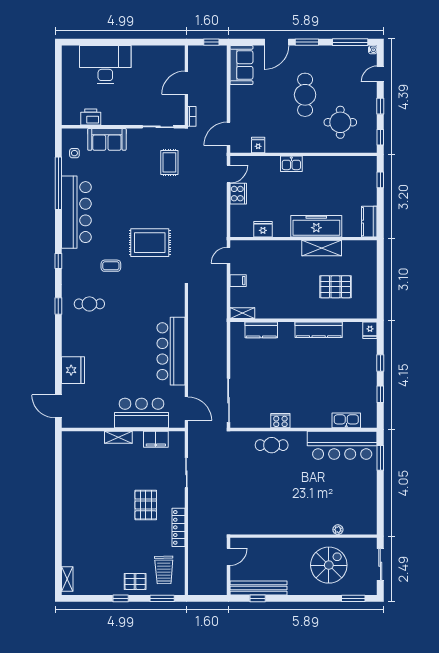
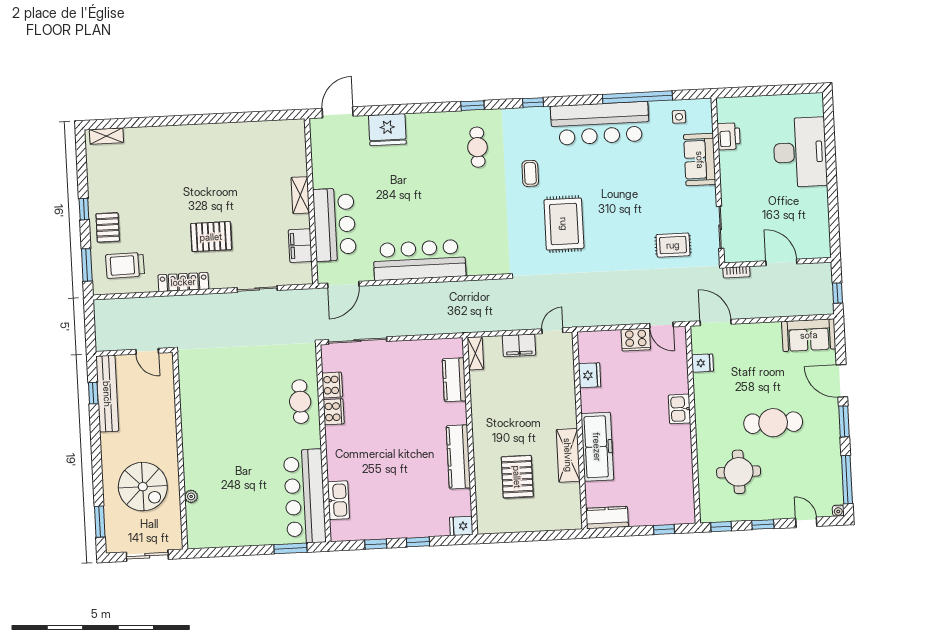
door: (229, 255) -> (552, 331), hinge flipped
filing cabinet: (238, 281) -> (519, 345), width x2.00
cooker: (261, 421) -> (332, 385), added

